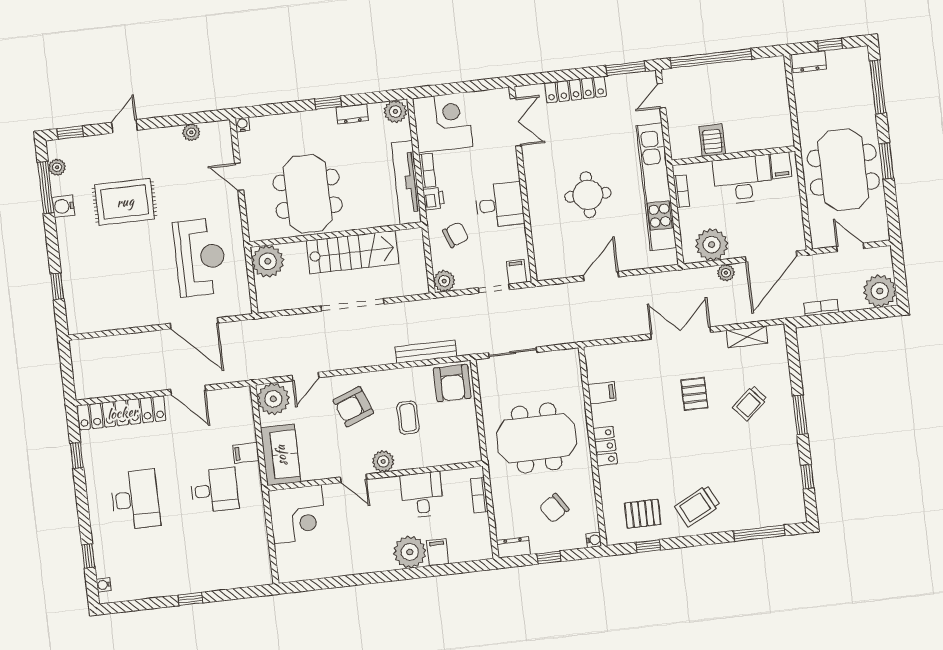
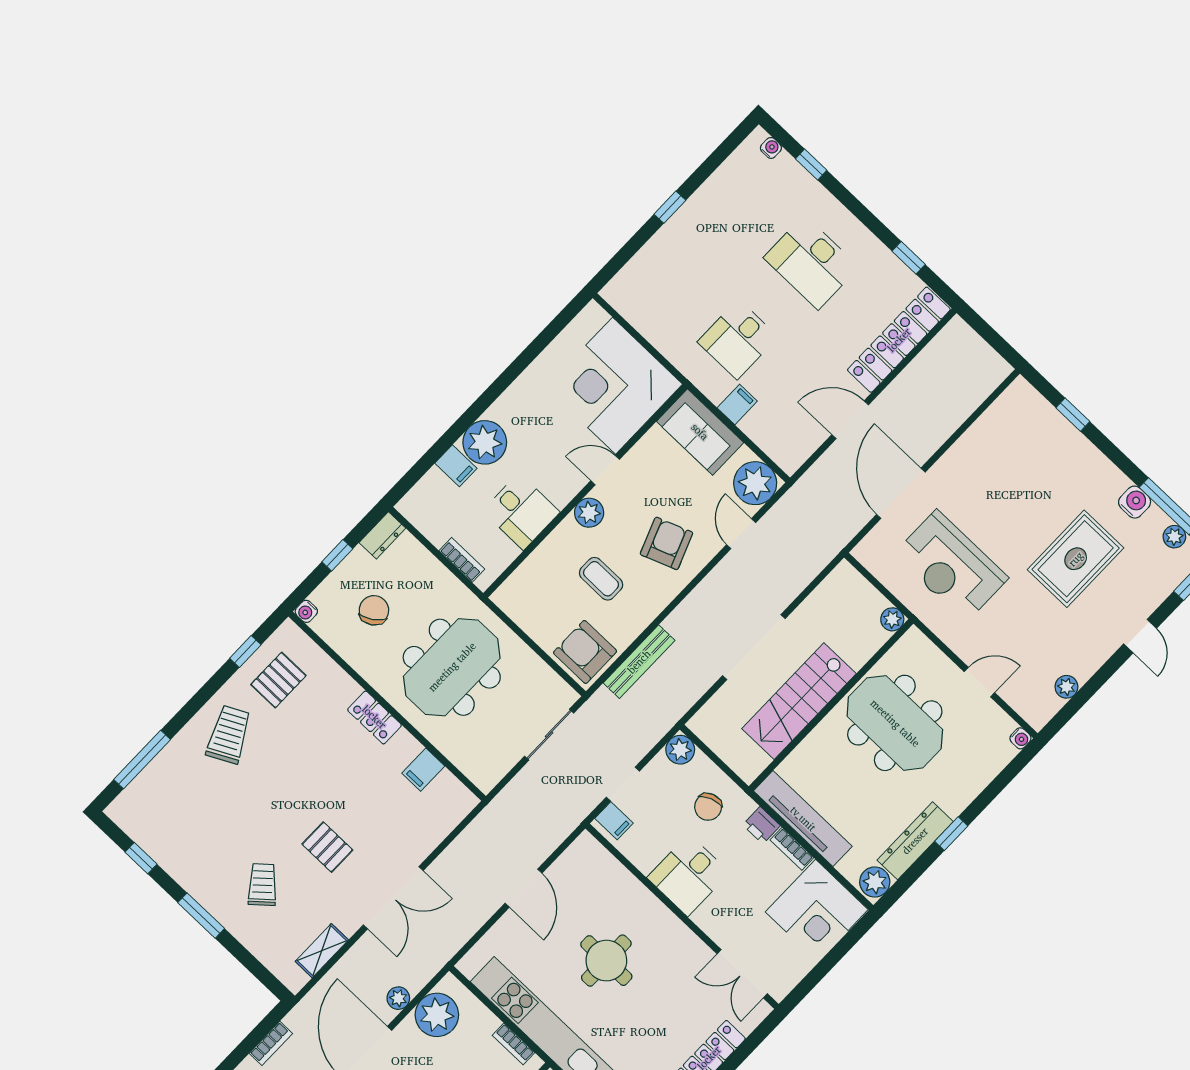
dresser: (352, 114) -> (915, 841), width x1.96, depth x1.24
plant: (268, 261) -> (892, 619), width x0.53, depth x0.53
door: (194, 323) -> (901, 493), hinge flipped
corner desk: (297, 514) -> (614, 386), width x1.36, depth x1.36

